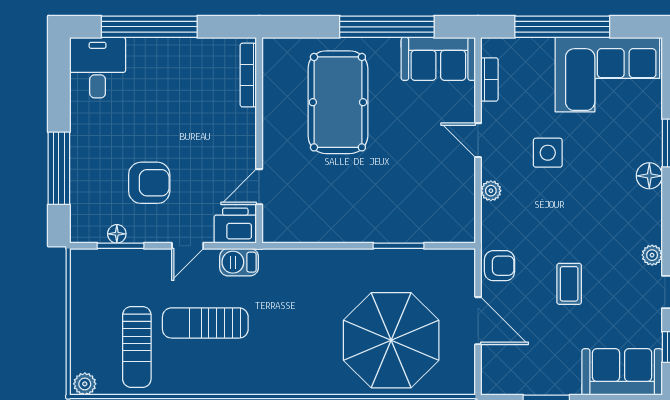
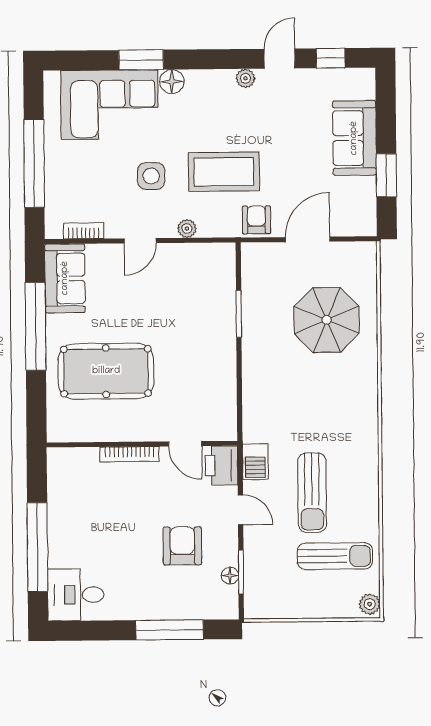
bookcase: (248, 75) -> (129, 454), moved
corner sofa: (607, 75) -> (109, 105), moved, turned 90
coffee table: (569, 284) -> (224, 172), moved, width x1.86, depth x1.72
parasol: (391, 340) -> (327, 320), width x0.73, depth x0.73
sofa: (622, 372) -> (354, 138), moved

